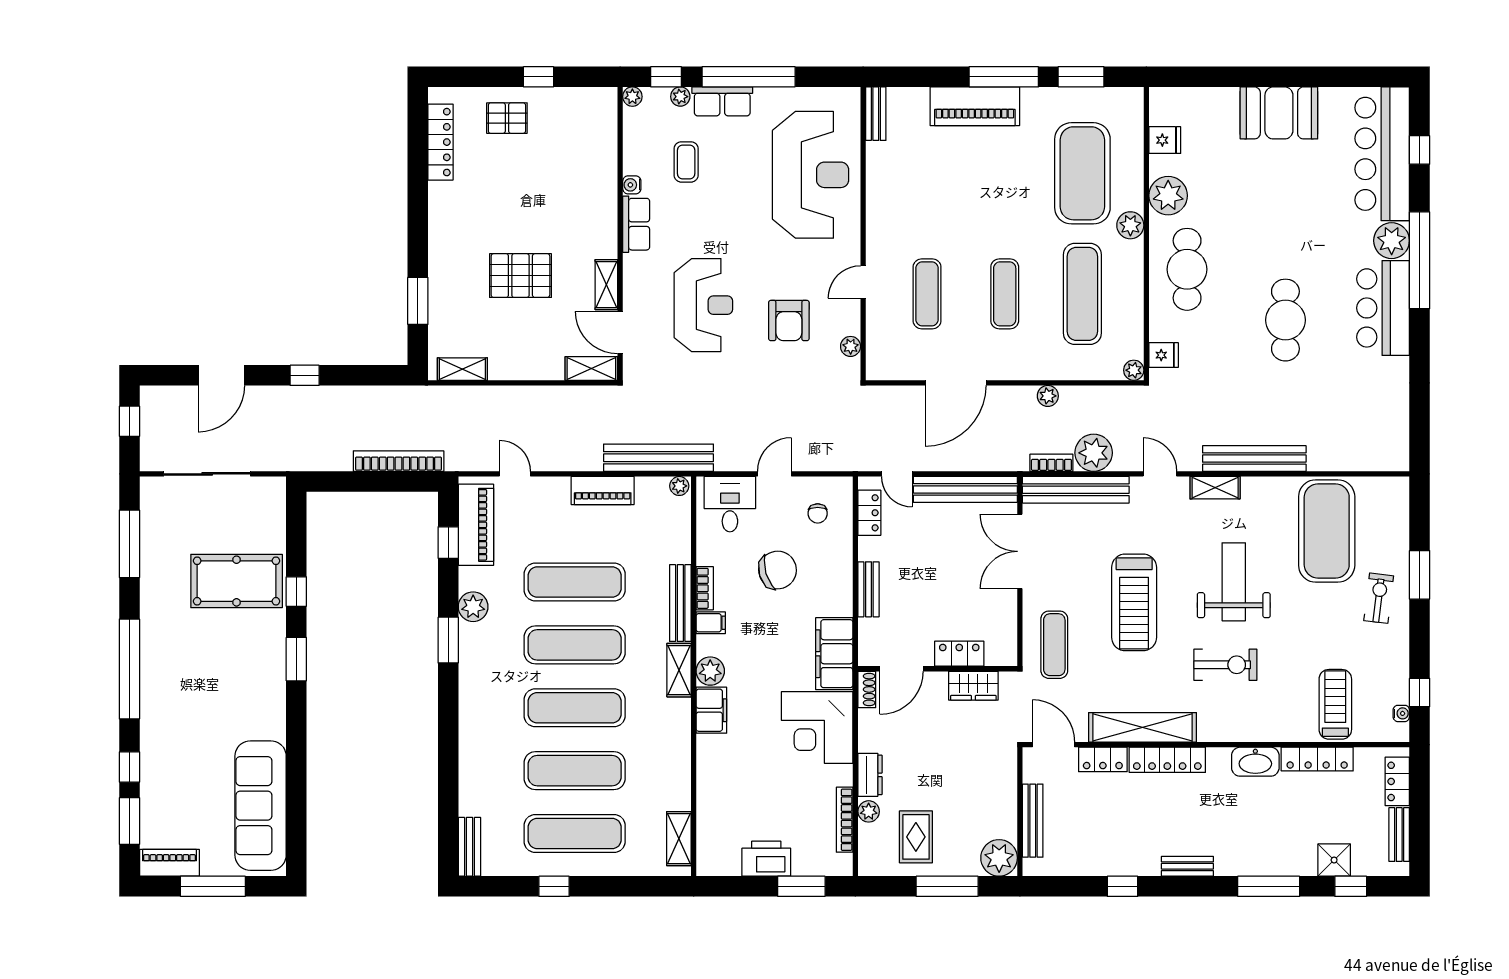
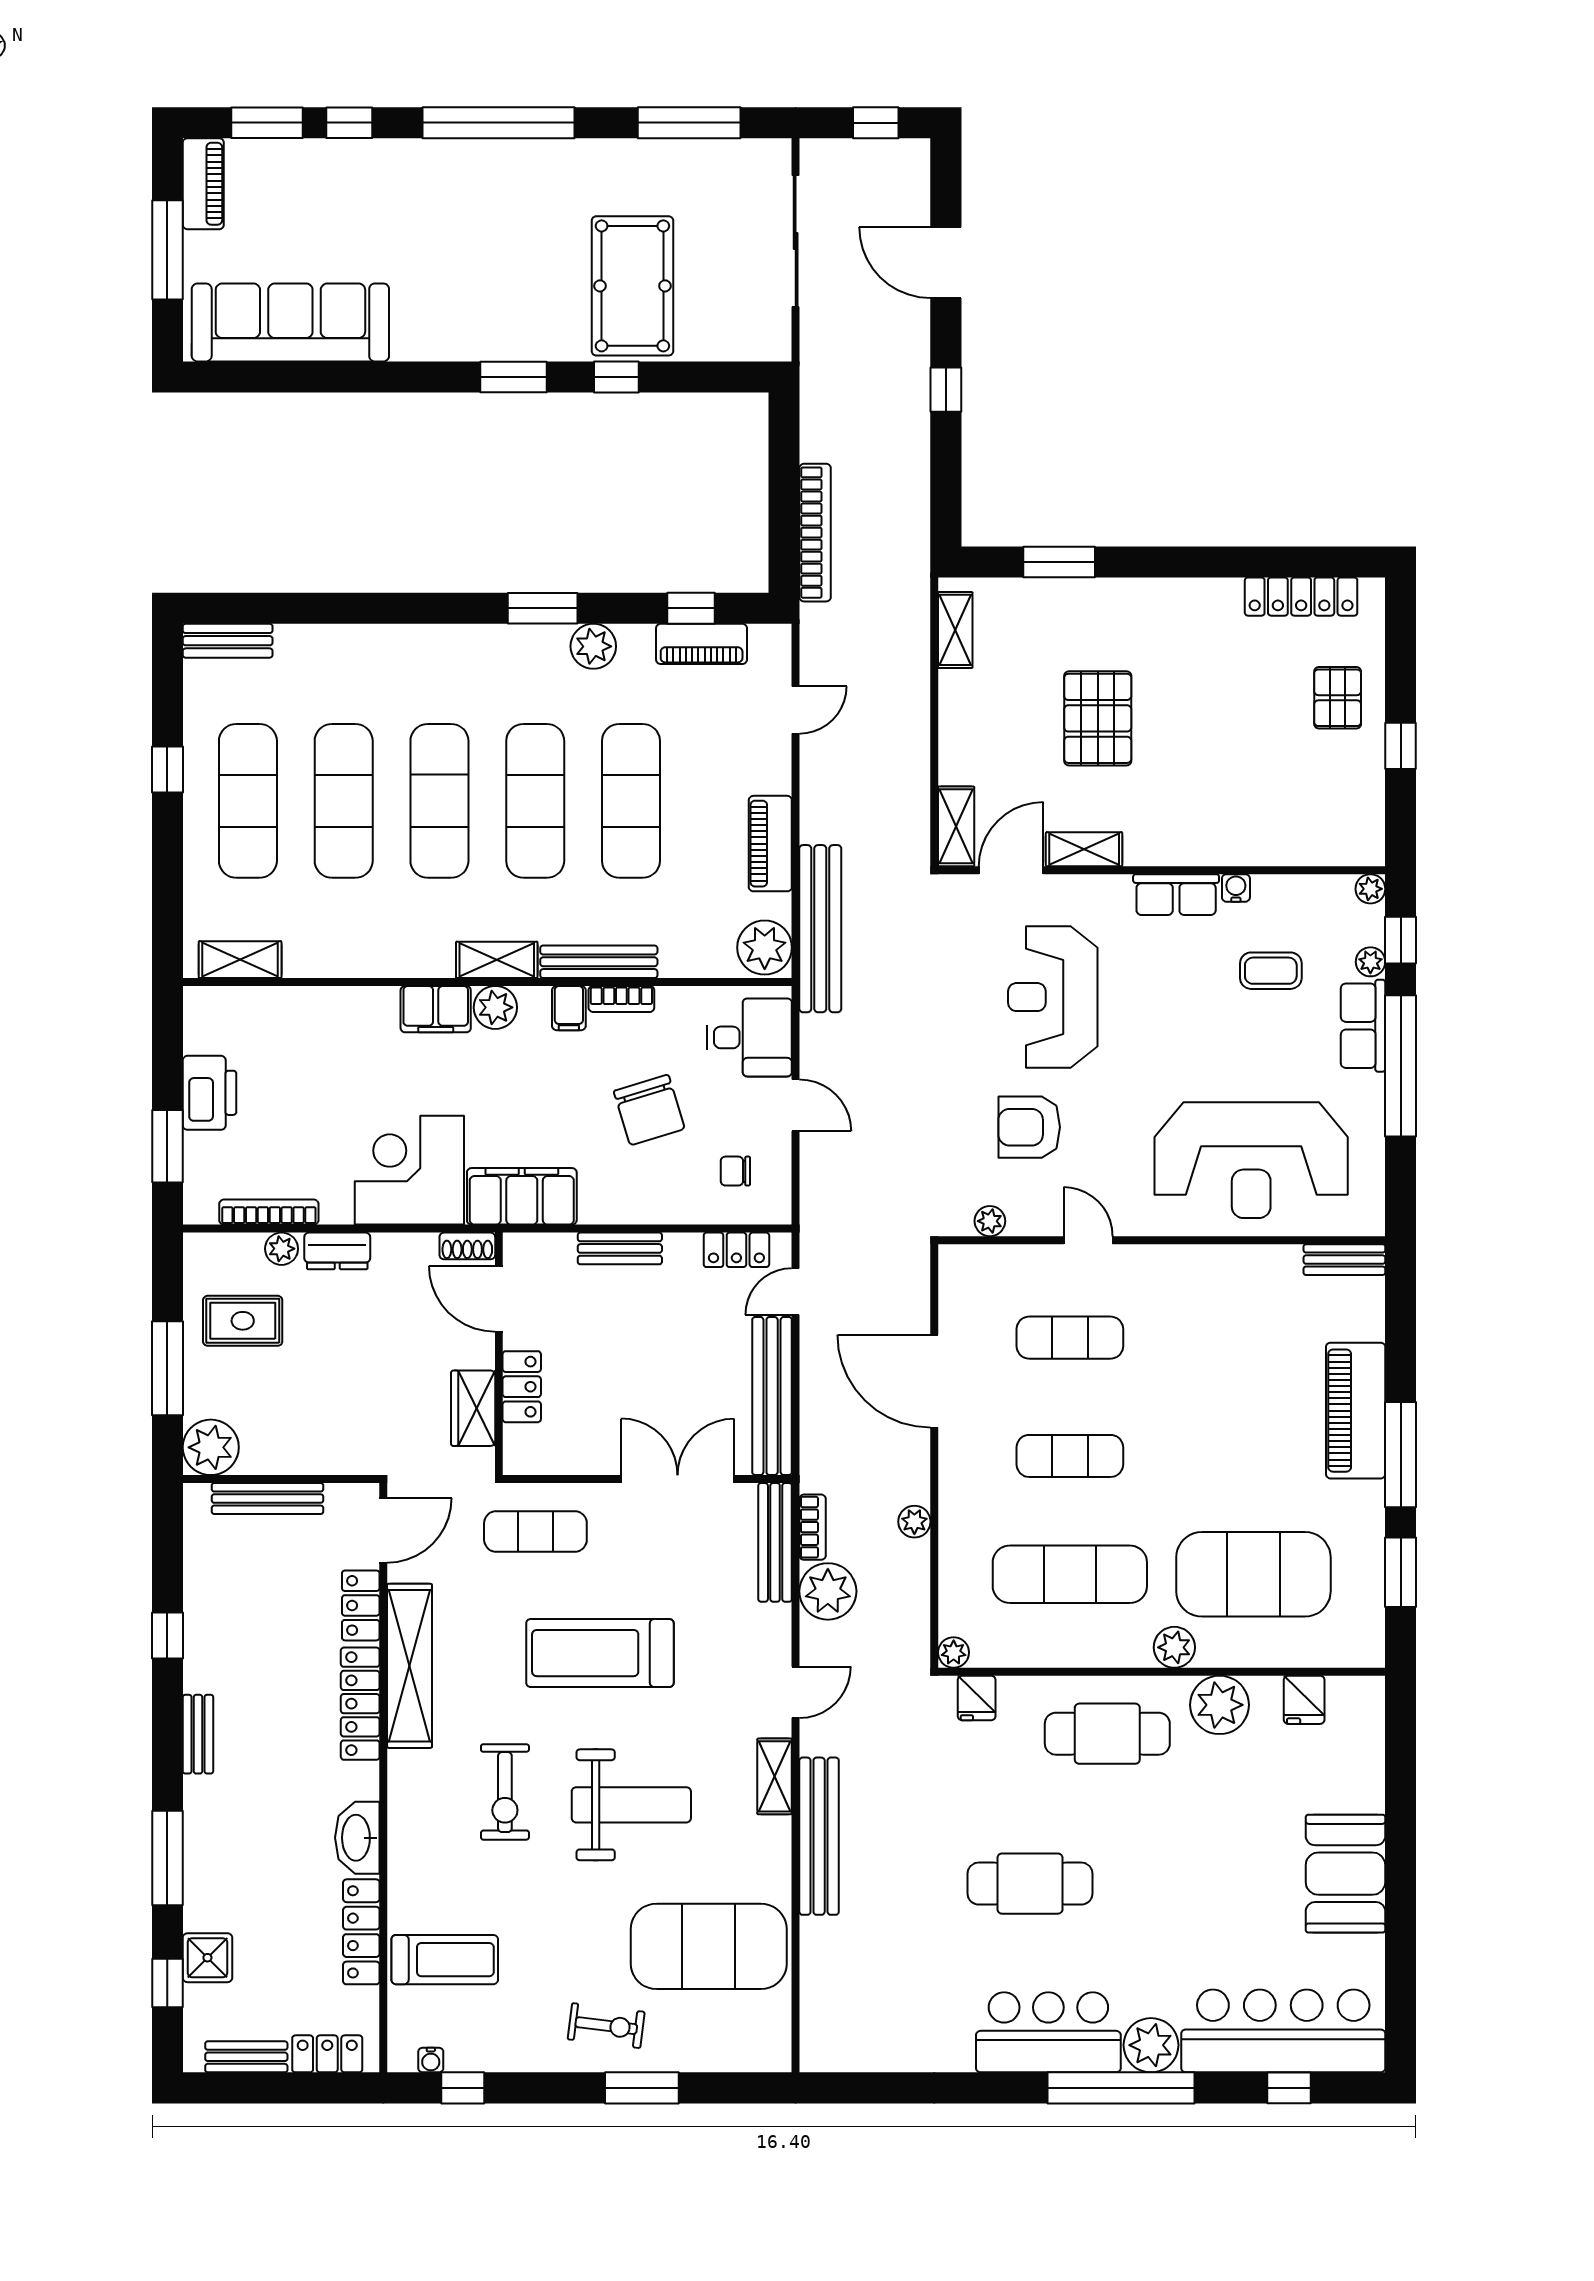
reception desk: (703, 305) -> (1053, 997), turned 90
plant: (679, 486) -> (765, 948), width x1.87, depth x1.87
bench: (1076, 490) -> (775, 1542), width x0.73, depth x0.82
piano: (476, 525) -> (702, 644), width x0.73, depth x0.75

